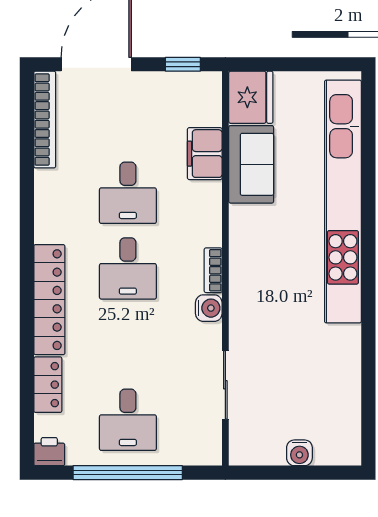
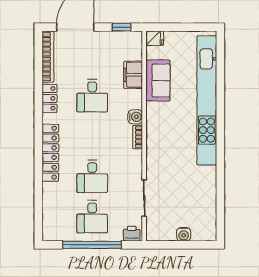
fridge: (251, 97) -> (155, 38), width x0.53, depth x0.75
desk: (128, 268) -> (92, 176), moved
water cooler: (209, 308) -> (135, 117), moved
locker: (48, 385) -> (49, 98), moved
printer: (49, 452) -> (132, 234), moved

